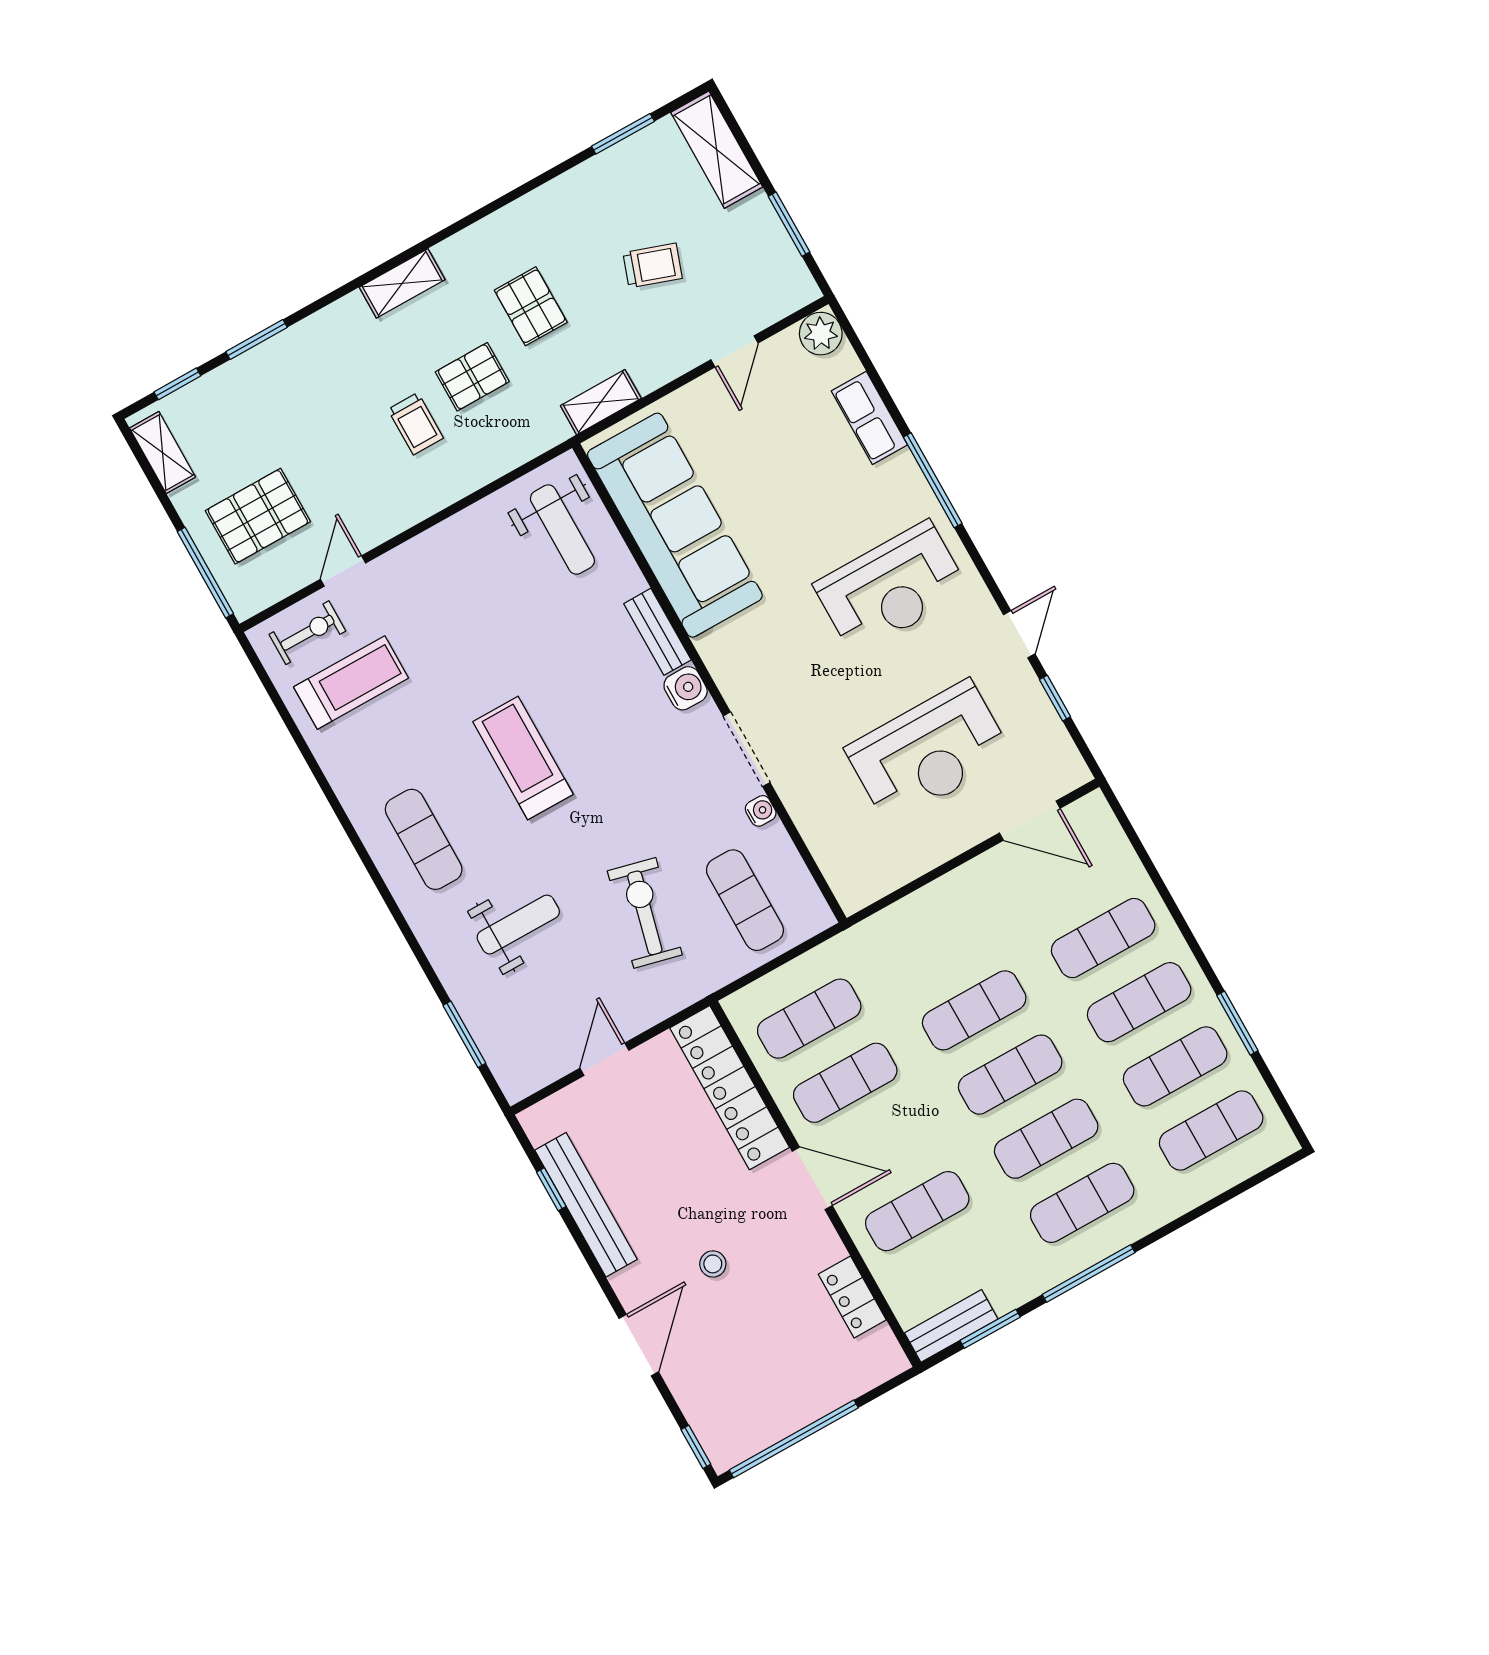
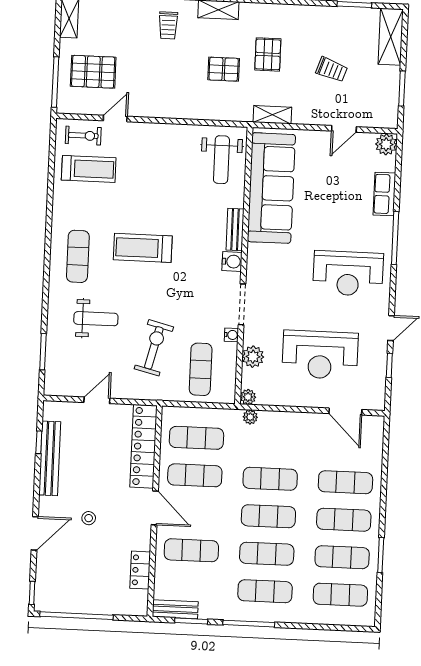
trolley: (416, 424) -> (168, 25), moved
treadmill: (523, 758) -> (143, 248), turned -90
plant: (819, 825) -> (253, 357), added
plant: (852, 897) -> (248, 397), added
plant: (877, 928) -> (250, 417), added

